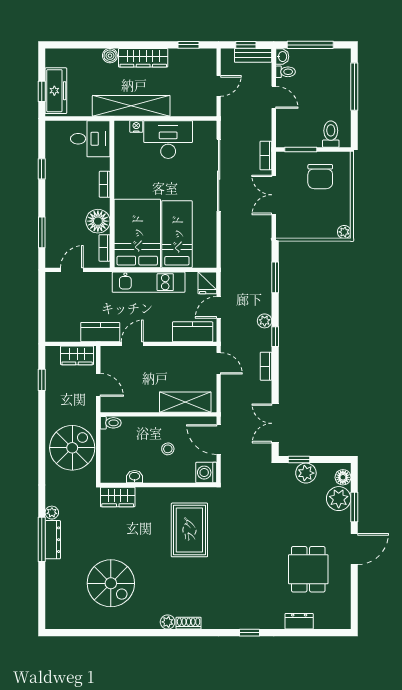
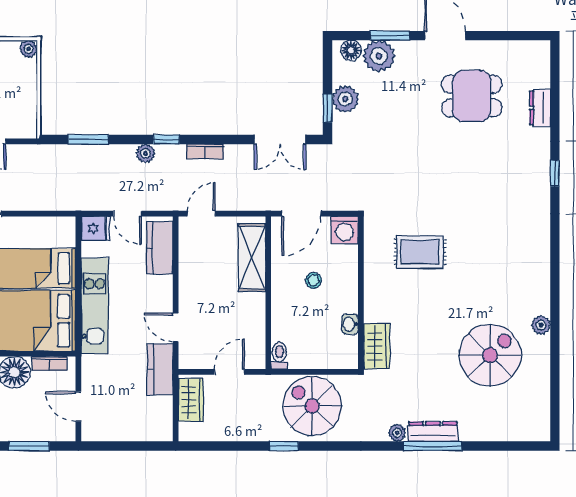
window: (42, 380) -> (284, 446), moved
rug: (189, 530) -> (420, 252), width x0.73, depth x0.70
plant: (168, 622) -> (541, 325), moved
shoe rack: (189, 623) -> (542, 253), removed

